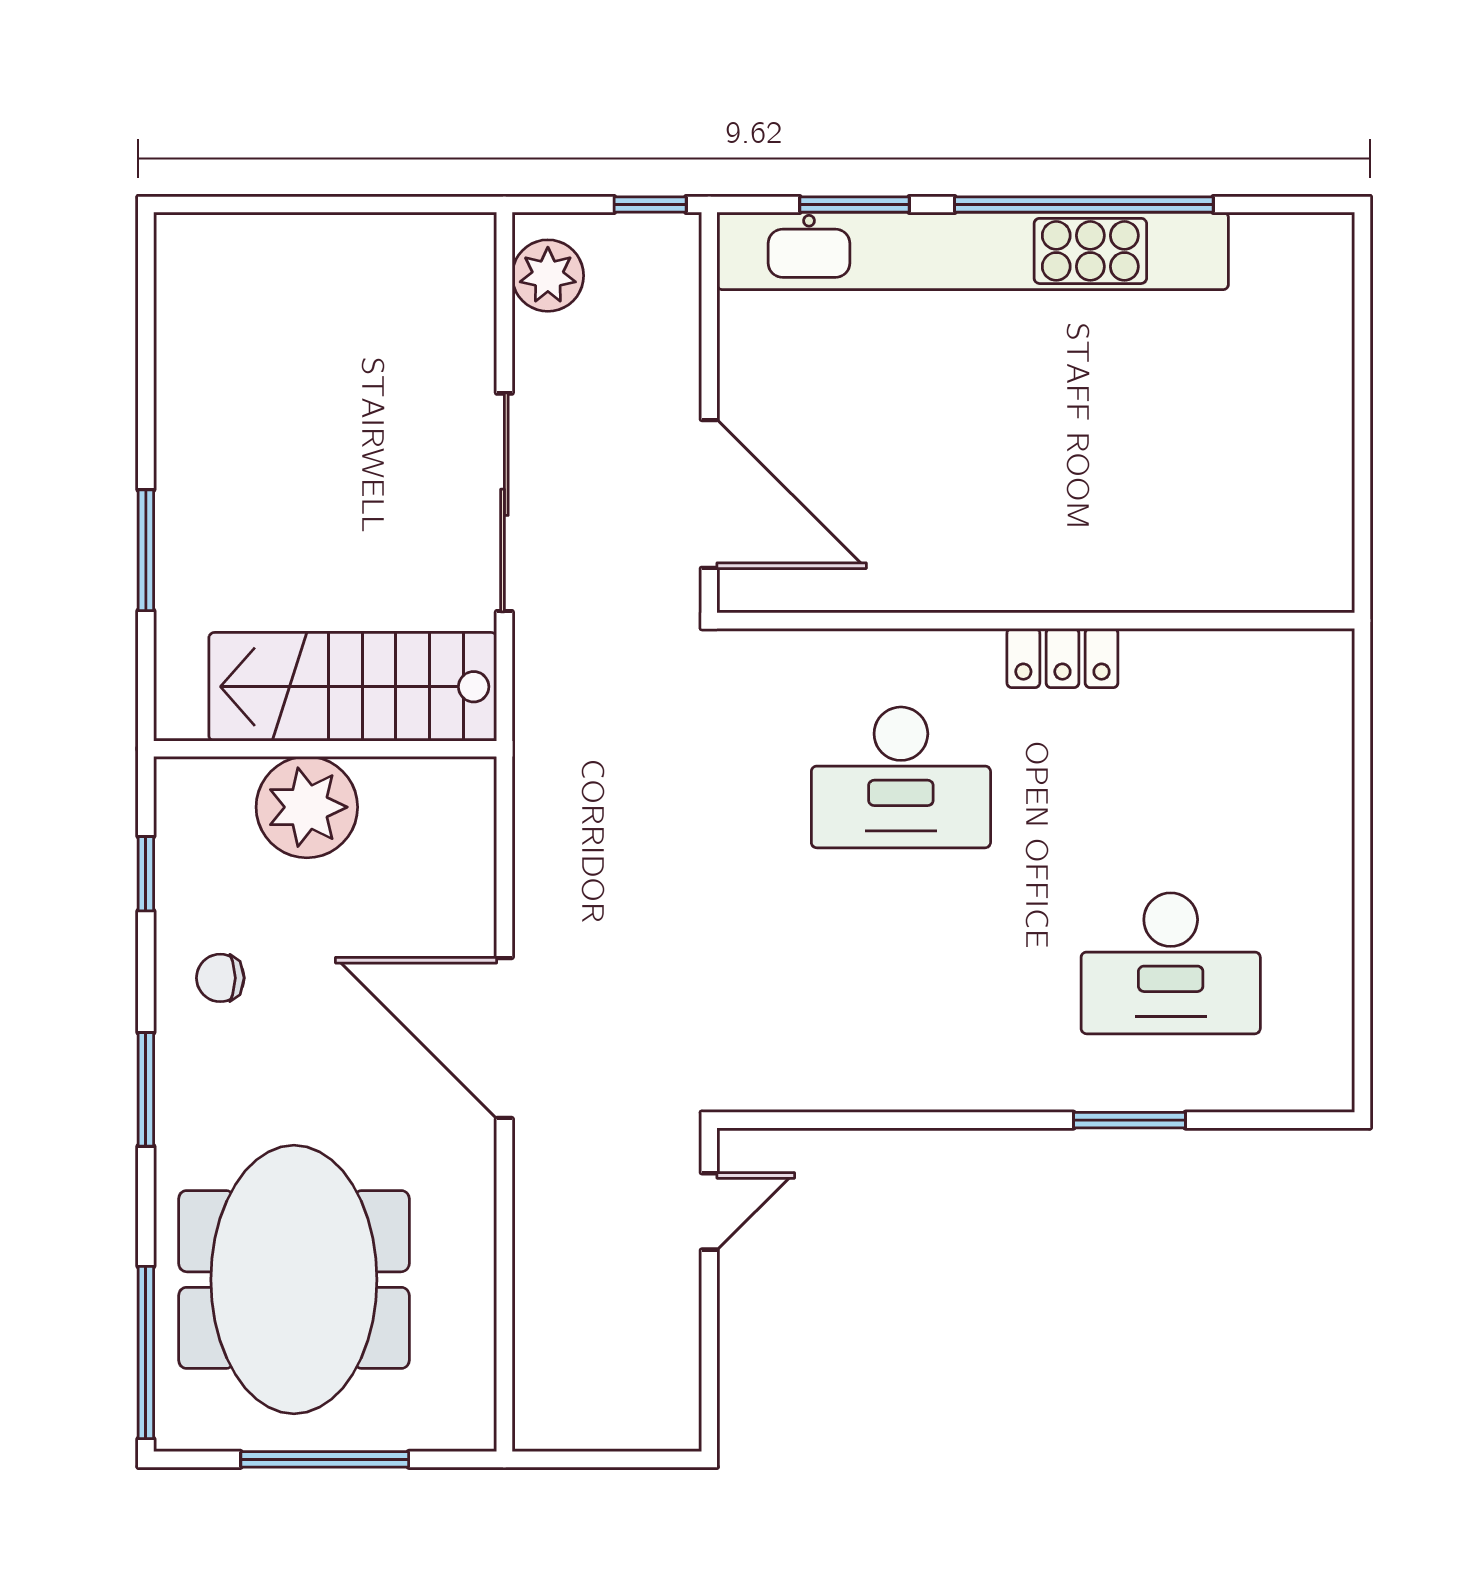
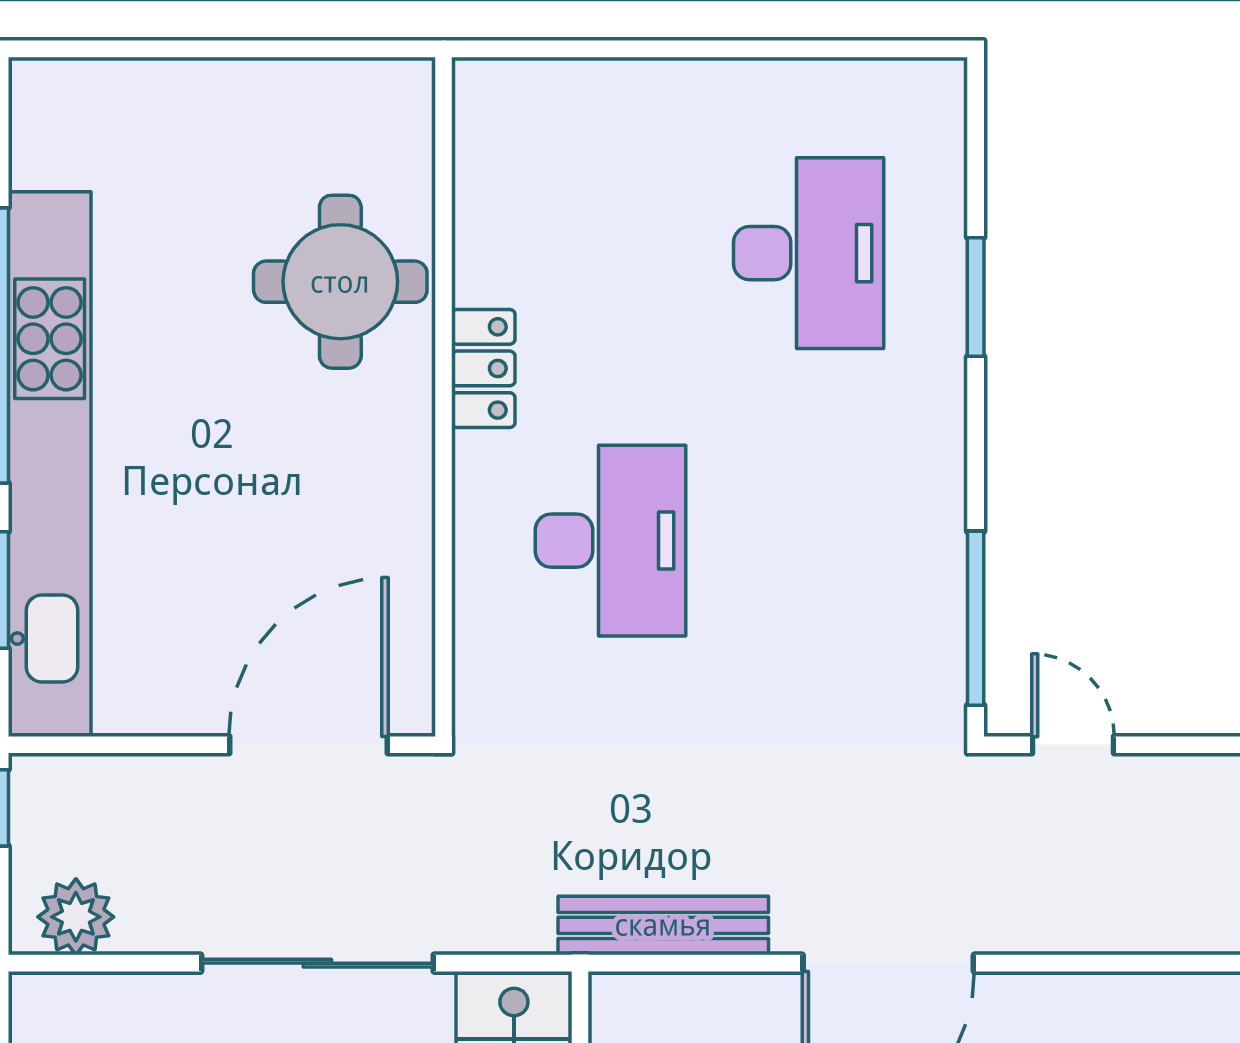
round table: (1144, 524) -> (340, 282), added
bench: (540, 827) -> (663, 925), added
window: (828, 1120) -> (976, 618), added

